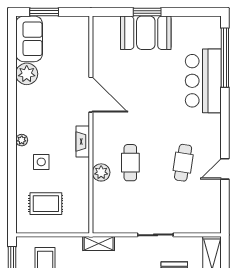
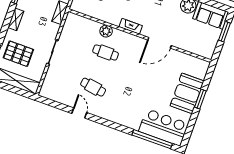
bar counter: (203, 81) -> (164, 127), moved

